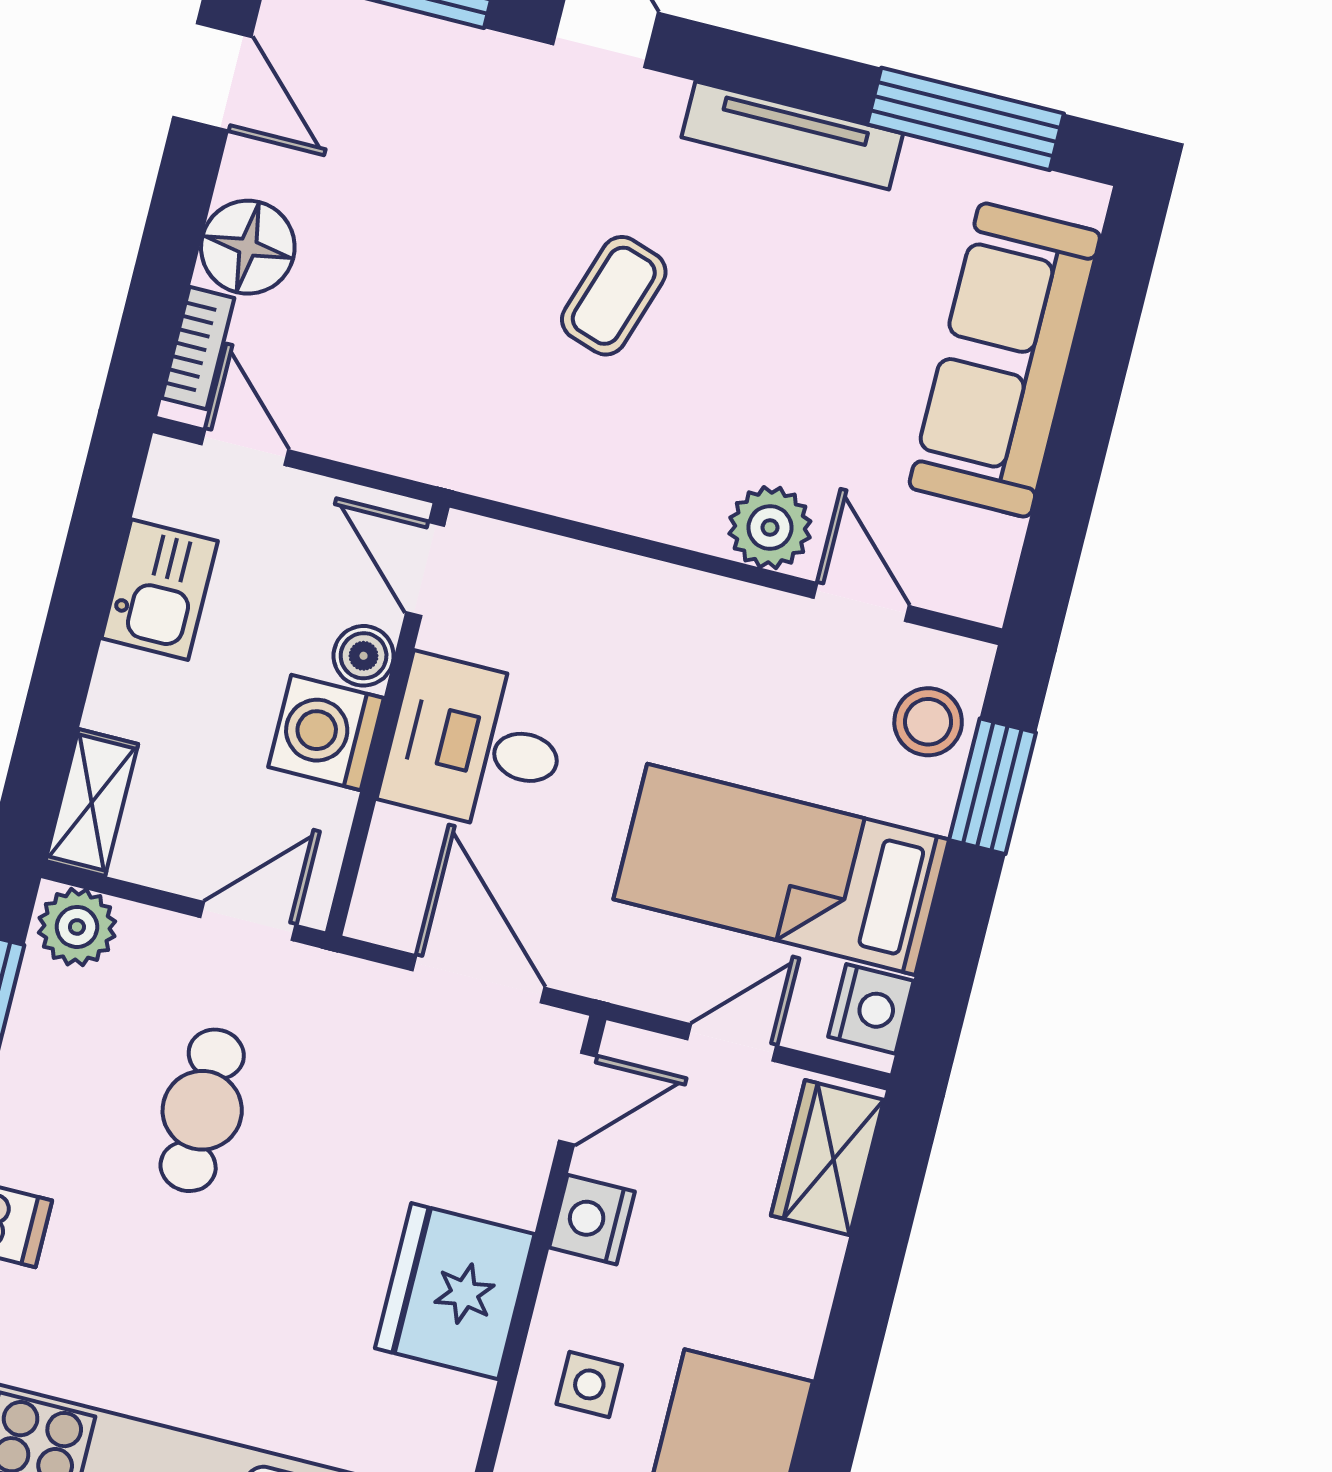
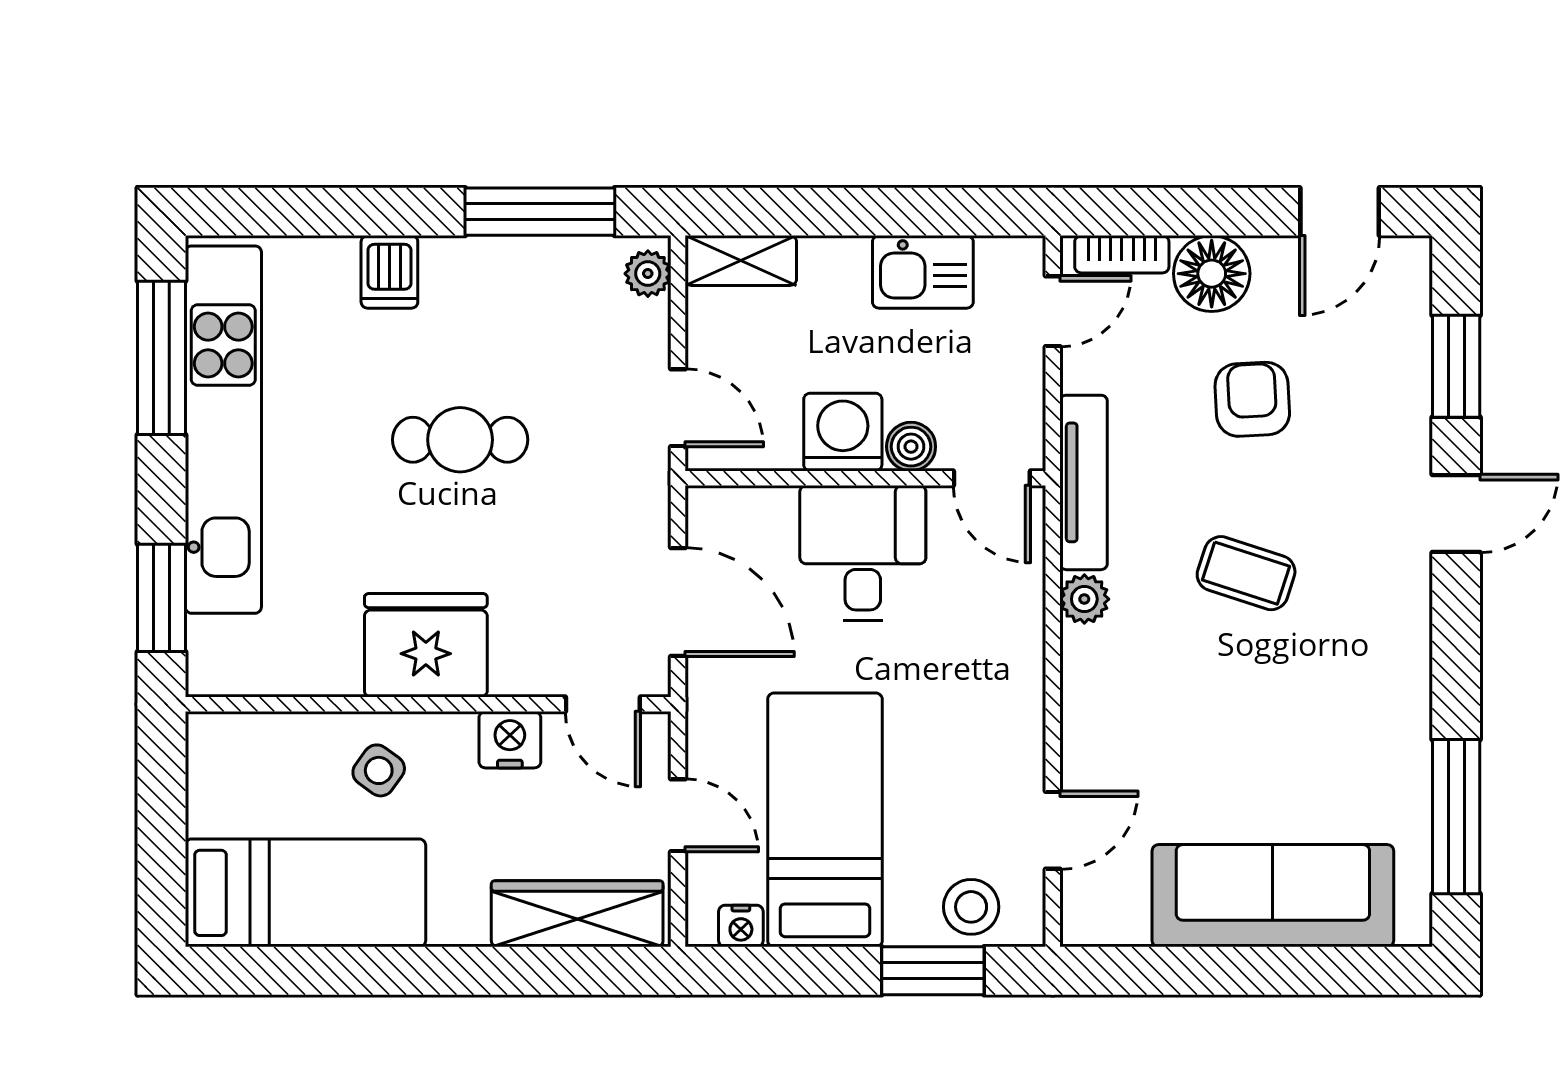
tv unit: (792, 135) -> (1084, 482), moved, turned 180
armchair: (409, 236) -> (1252, 399), added
plant: (770, 528) -> (1084, 599), moved, width x0.73, depth x0.73
door: (425, 569) -> (992, 478), swing flipped
plant: (77, 927) -> (648, 274), width x0.73, depth x0.73
door: (479, 979) -> (678, 602), hinge flipped
nightstand: (871, 1009) -> (741, 926), width x0.72, depth x0.74
cafe table: (202, 1110) -> (460, 440), moved
wardrobe: (827, 1158) -> (577, 914), width x1.50
side table: (589, 1384) -> (379, 770), turned 36

